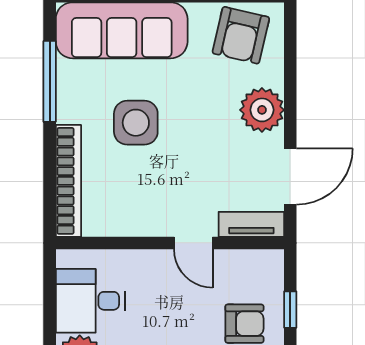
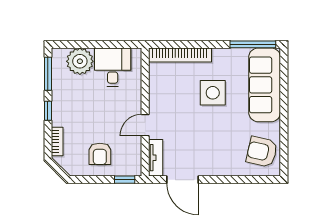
window: (50, 81) -> (253, 44), moved
plant: (262, 110) -> (220, 164), removed
window: (290, 310) -> (125, 180), moved

